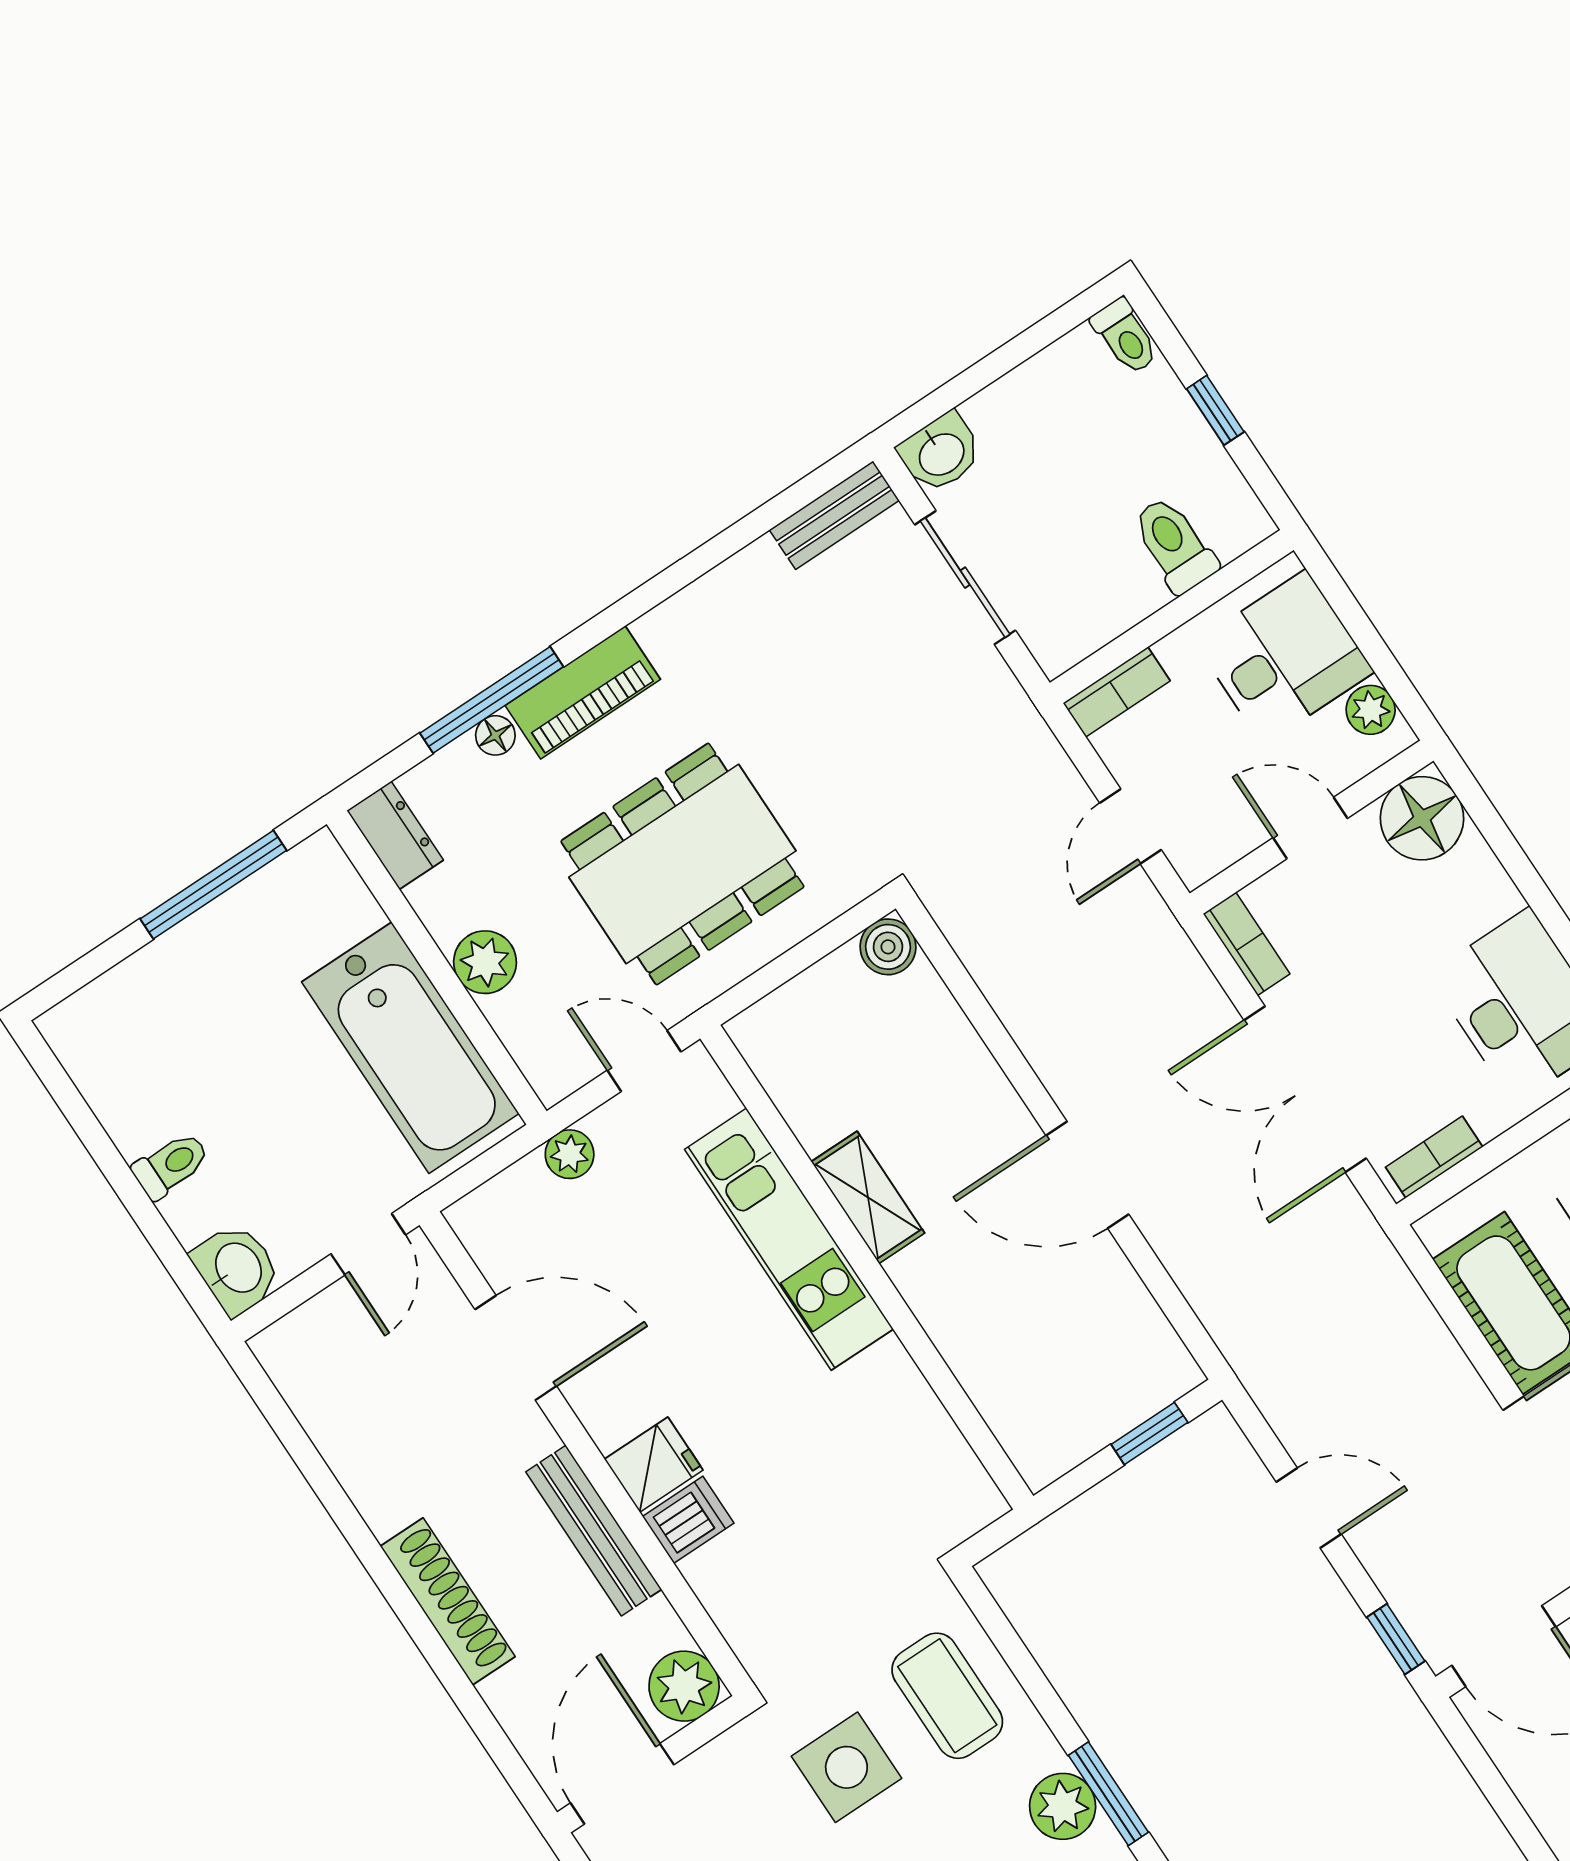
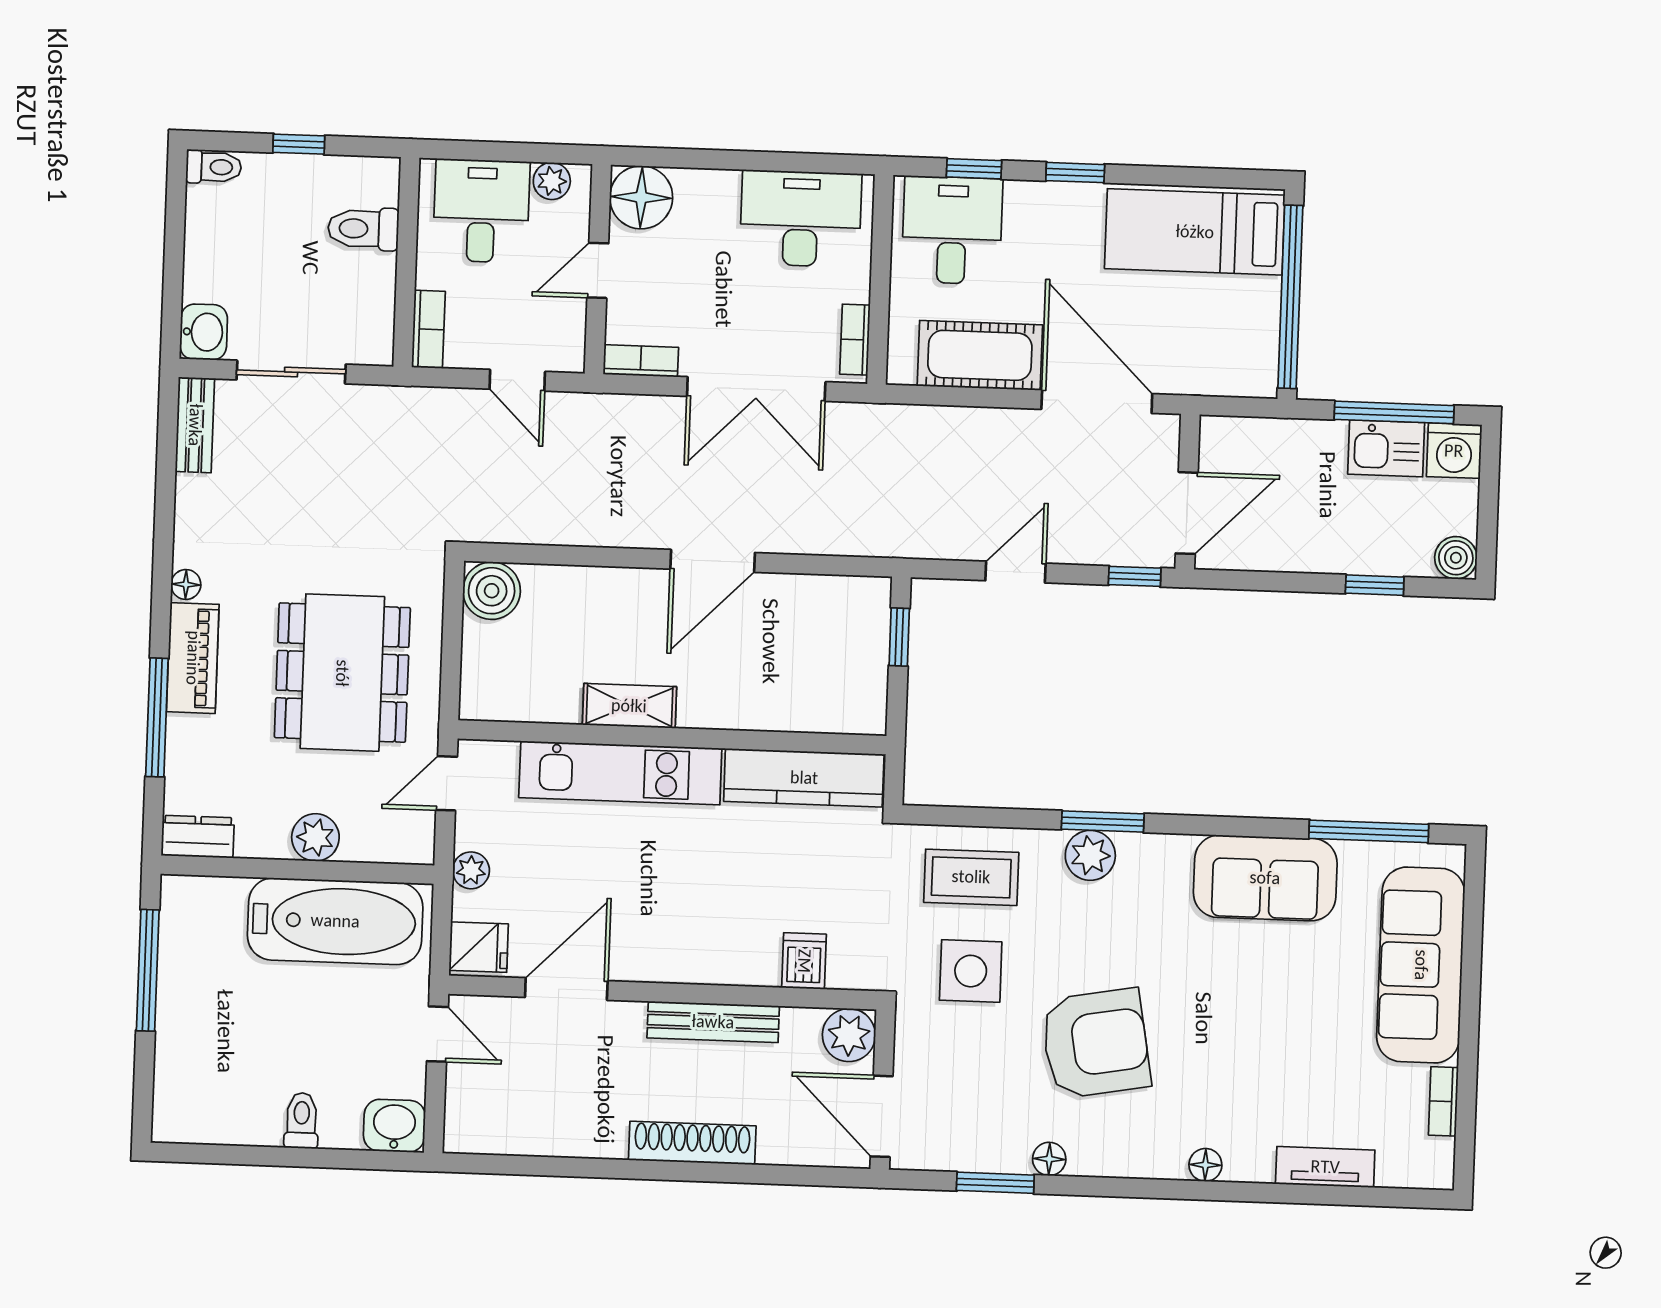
floor lamp: (495, 735) -> (186, 584), moved
boiler: (888, 947) -> (492, 591), width x1.36, depth x1.36
kitchen counter: (925, 1440) -> (804, 778), added
fridge: (654, 1465) -> (479, 947), moved, turned 90
dishwasher: (688, 1520) -> (804, 961), moved

